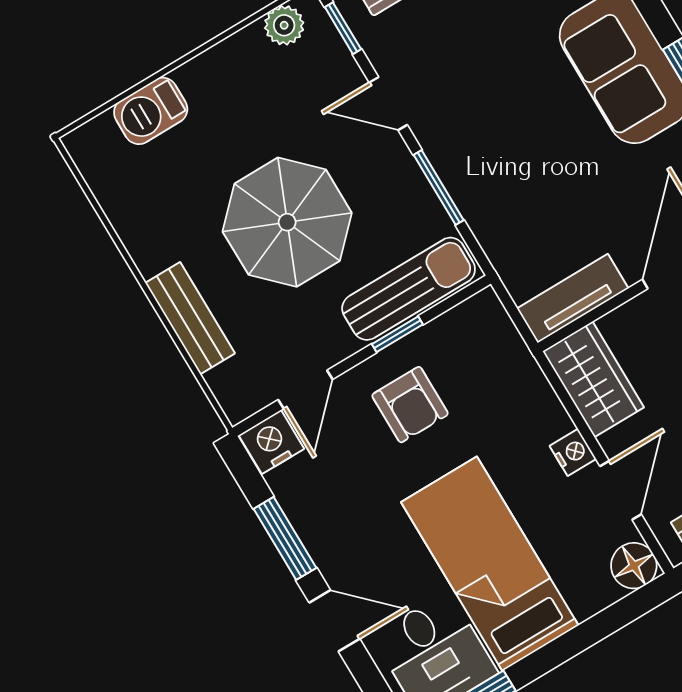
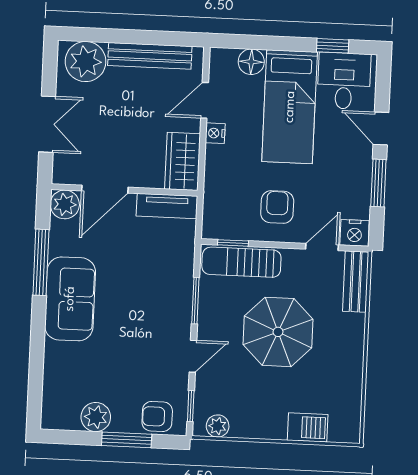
door: (388, 104) -> (193, 356), hinge flipped
bench: (190, 318) -> (356, 282), moved
window: (397, 334) -> (233, 243), moved
floor lamp: (634, 566) -> (251, 62), moved

